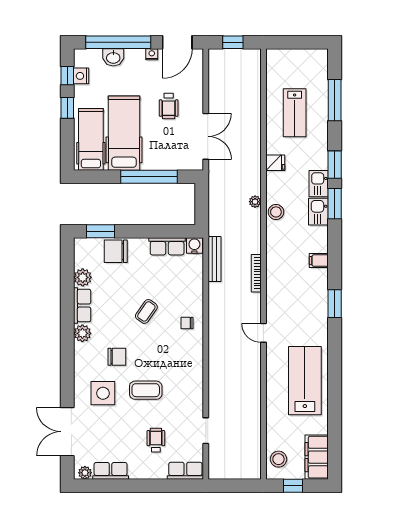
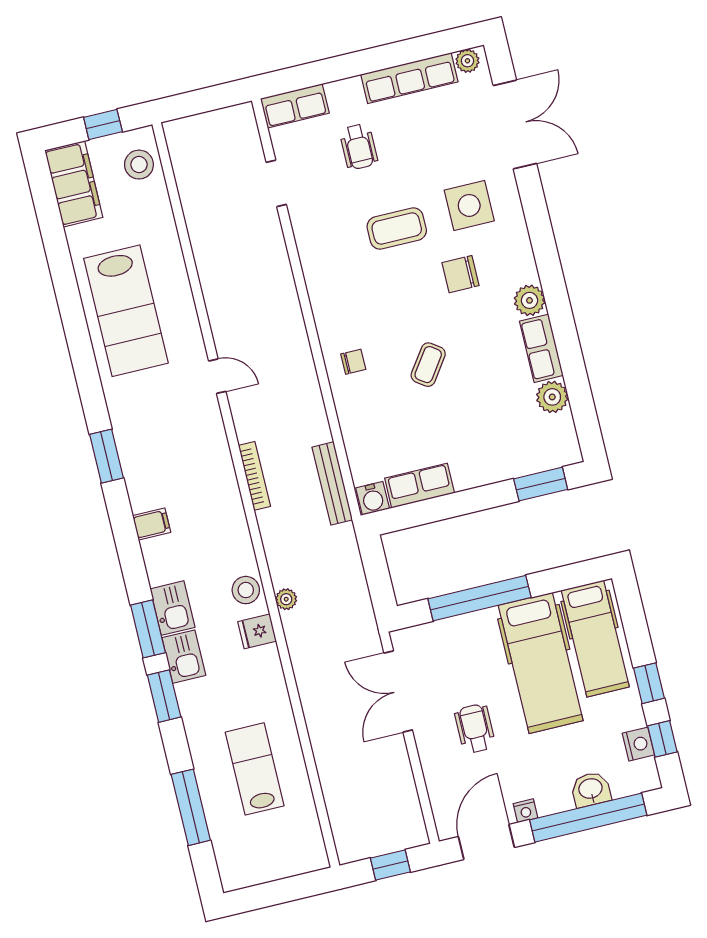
fridge: (275, 163) -> (257, 631), moved
chair: (116, 251) -> (506, 456), removed
row of seats: (111, 471) -> (409, 78), width x1.48

